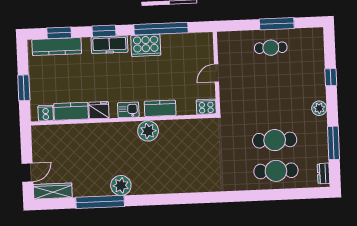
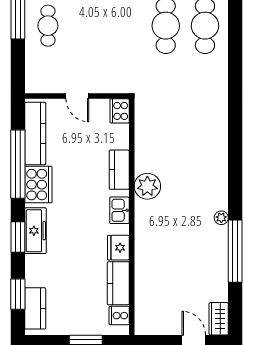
kitchen counter: (186, 41) -> (35, 133), added
kitchen counter: (57, 47) -> (35, 308), width x0.67
plant: (121, 185) -> (221, 218), width x0.53, depth x0.53
wardrobe: (53, 191) -> (219, 319), width x0.67

